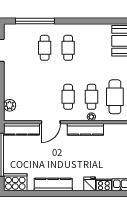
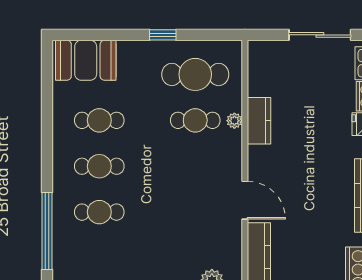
cafe table: (68, 97) -> (99, 120), moved
kitchen counter: (85, 129) -> (259, 121), width x0.67

